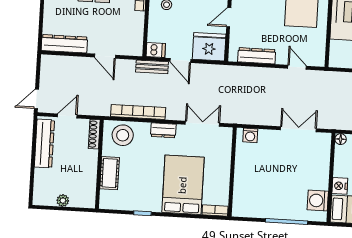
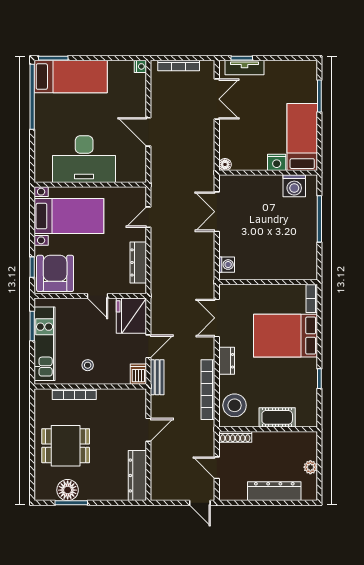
dresser: (44, 144) -> (274, 491), moved

